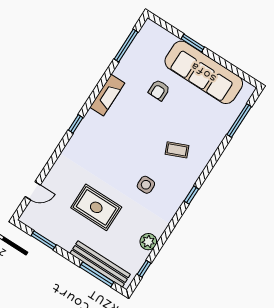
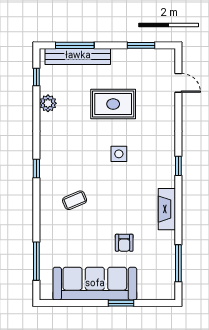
armchair: (159, 90) -> (124, 243), turned 180
side table: (146, 185) -> (119, 154), moved
door: (33, 191) -> (178, 83), swing flipped

